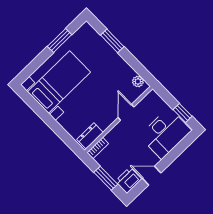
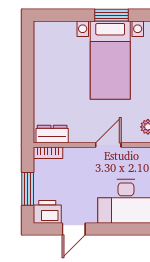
bed with nightstands: (59, 82) -> (110, 60), moved, turned 90
door: (152, 176) -> (74, 229), swing flipped

